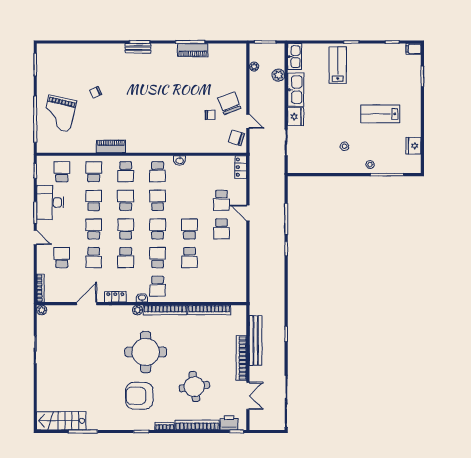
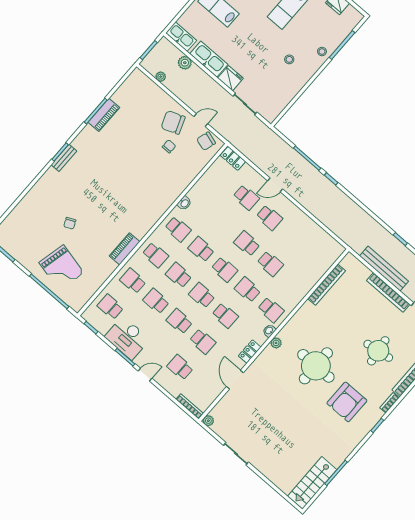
school desk: (158, 229) -> (224, 269), turned 180
bookcase: (165, 310) -> (295, 320), removed

